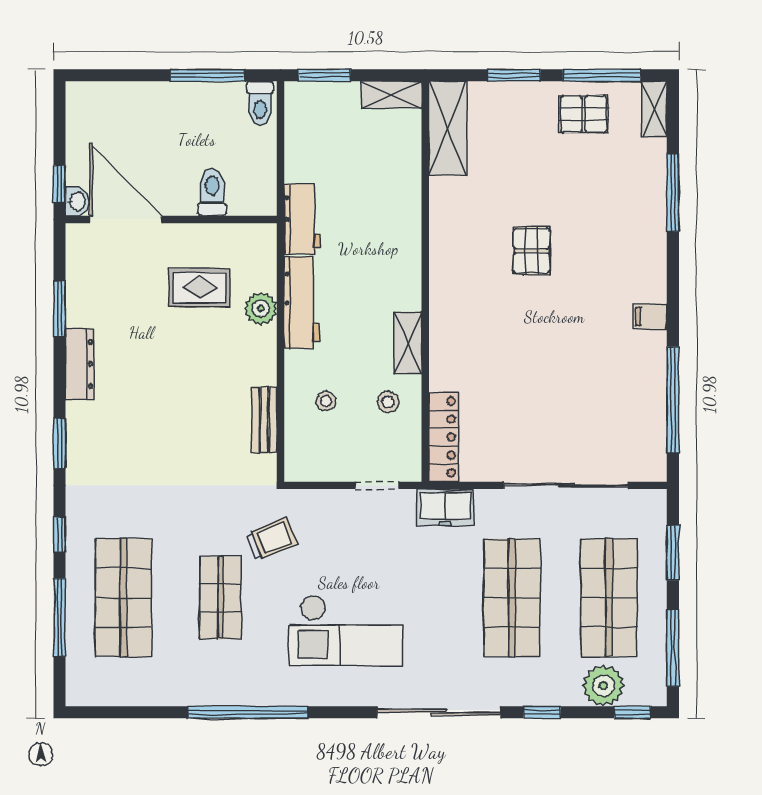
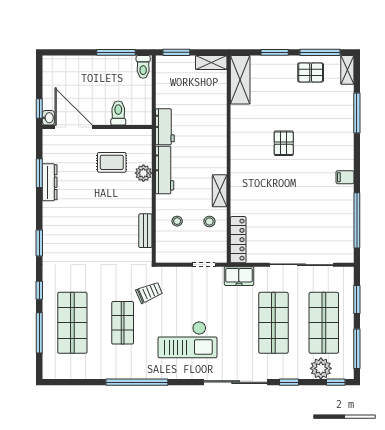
dresser: (80, 364) -> (50, 182), moved

